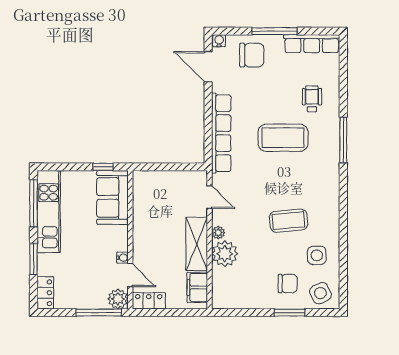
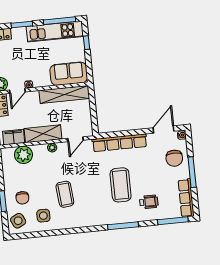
window: (343, 66) -> (173, 221), added
window: (103, 167) -> (86, 43), moved
shelving: (142, 207) -> (64, 94), added
plant: (225, 254) -> (23, 155), moved

